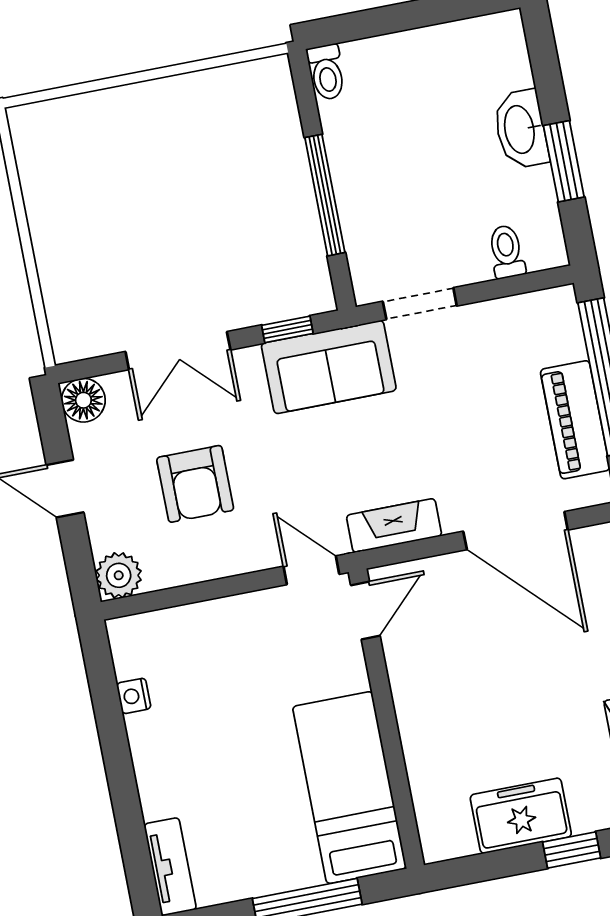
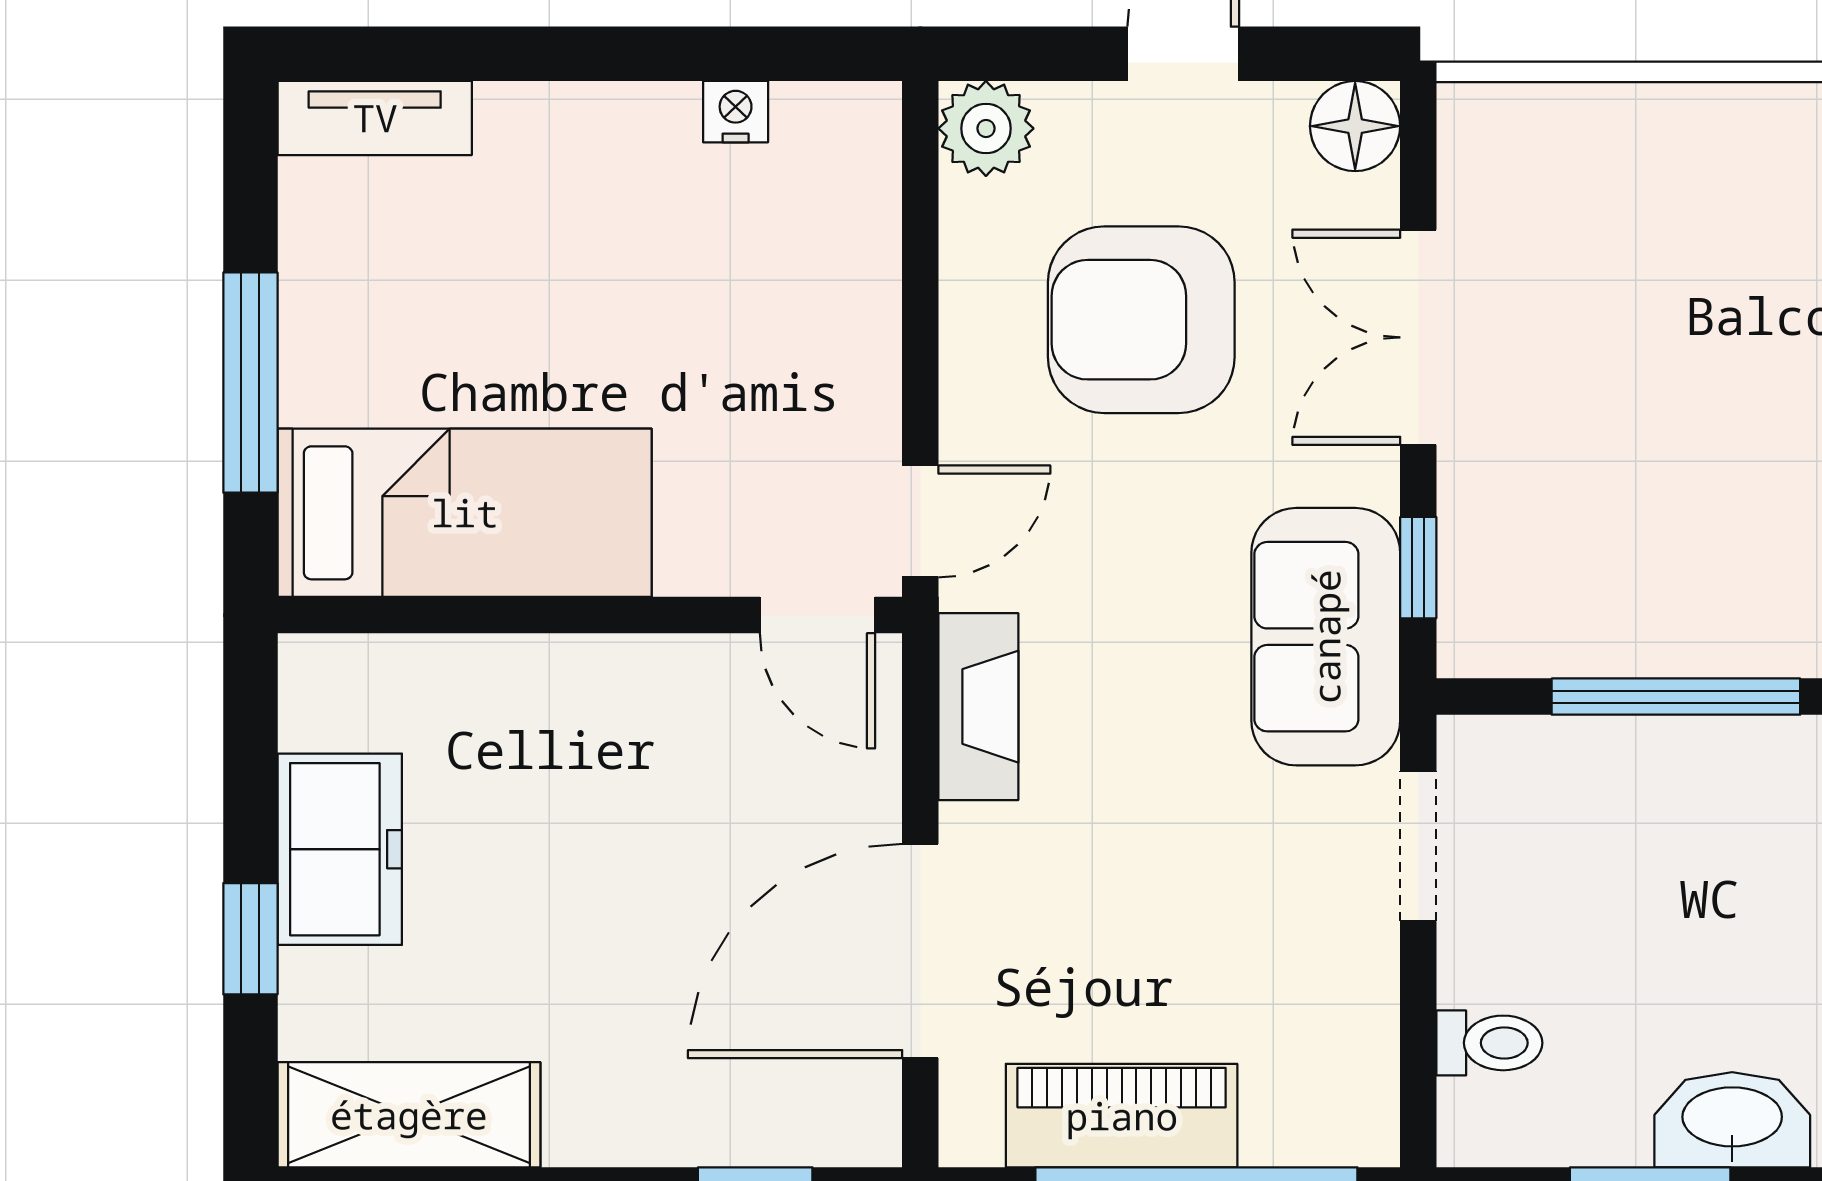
armchair: (195, 484) -> (1141, 320), width x1.36, depth x1.36

